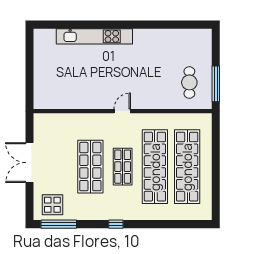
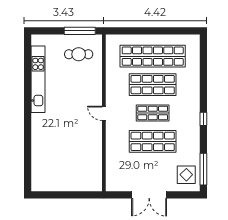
kitchen unit: (94, 36) -> (38, 79), moved
shop shelf: (155, 167) -> (153, 85), width x0.71

